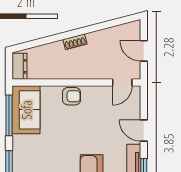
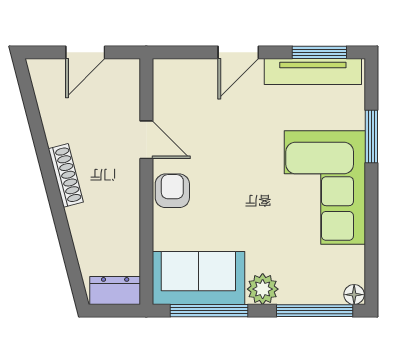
shoe rack: (75, 42) -> (66, 175), width x1.43
door: (122, 83) -> (146, 140), moved
plant: (20, 143) -> (263, 289), added

